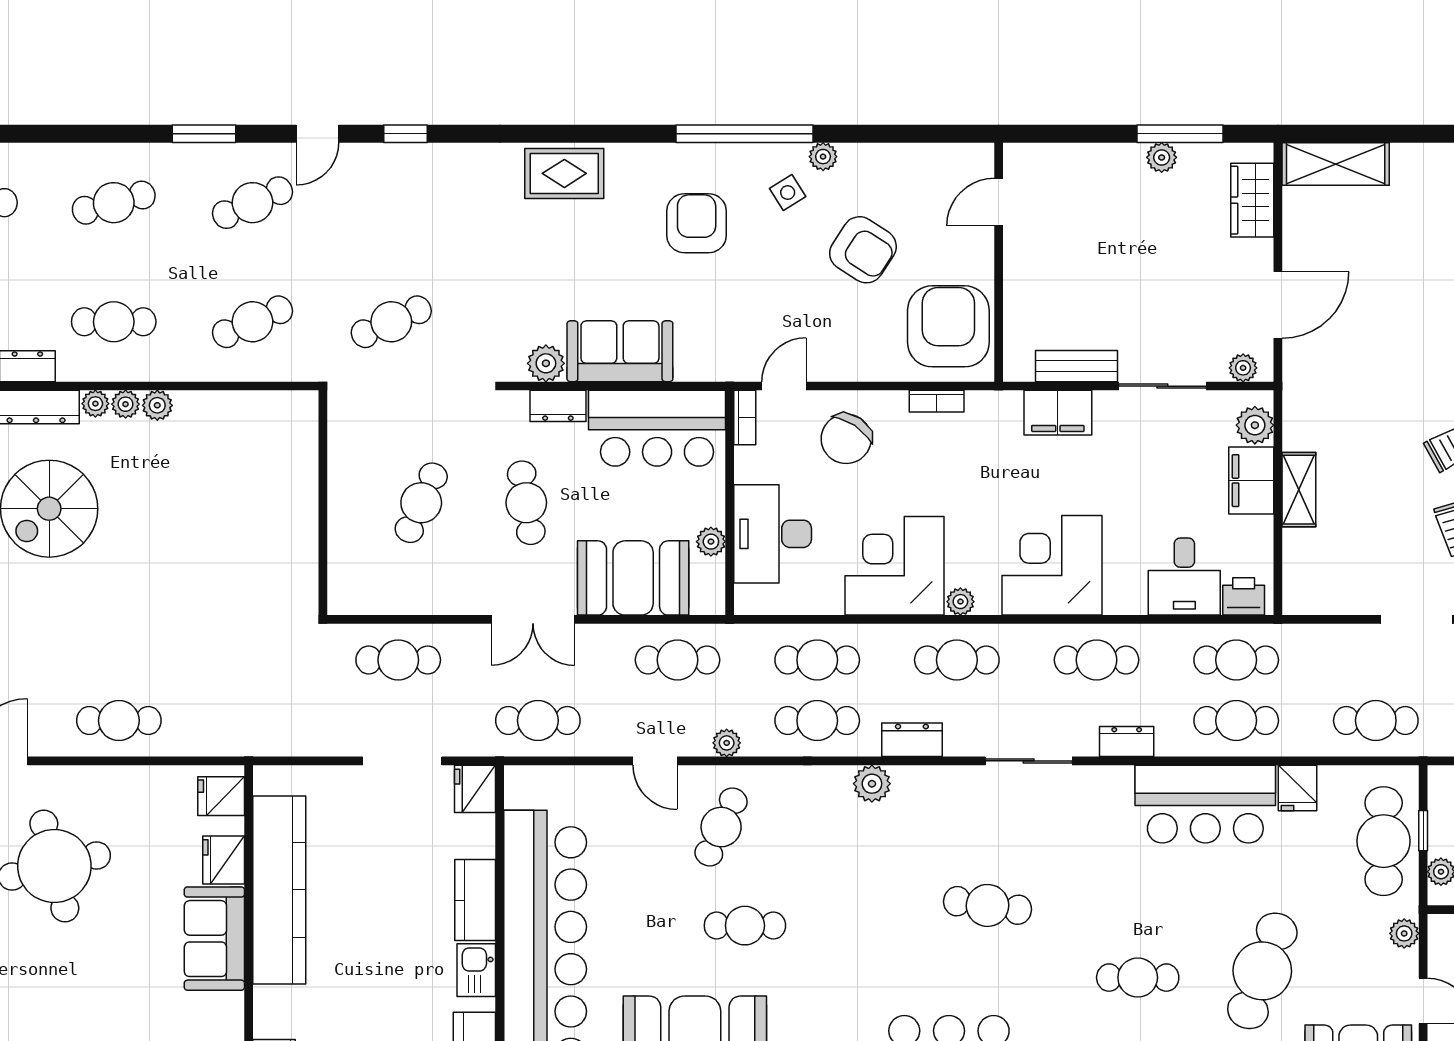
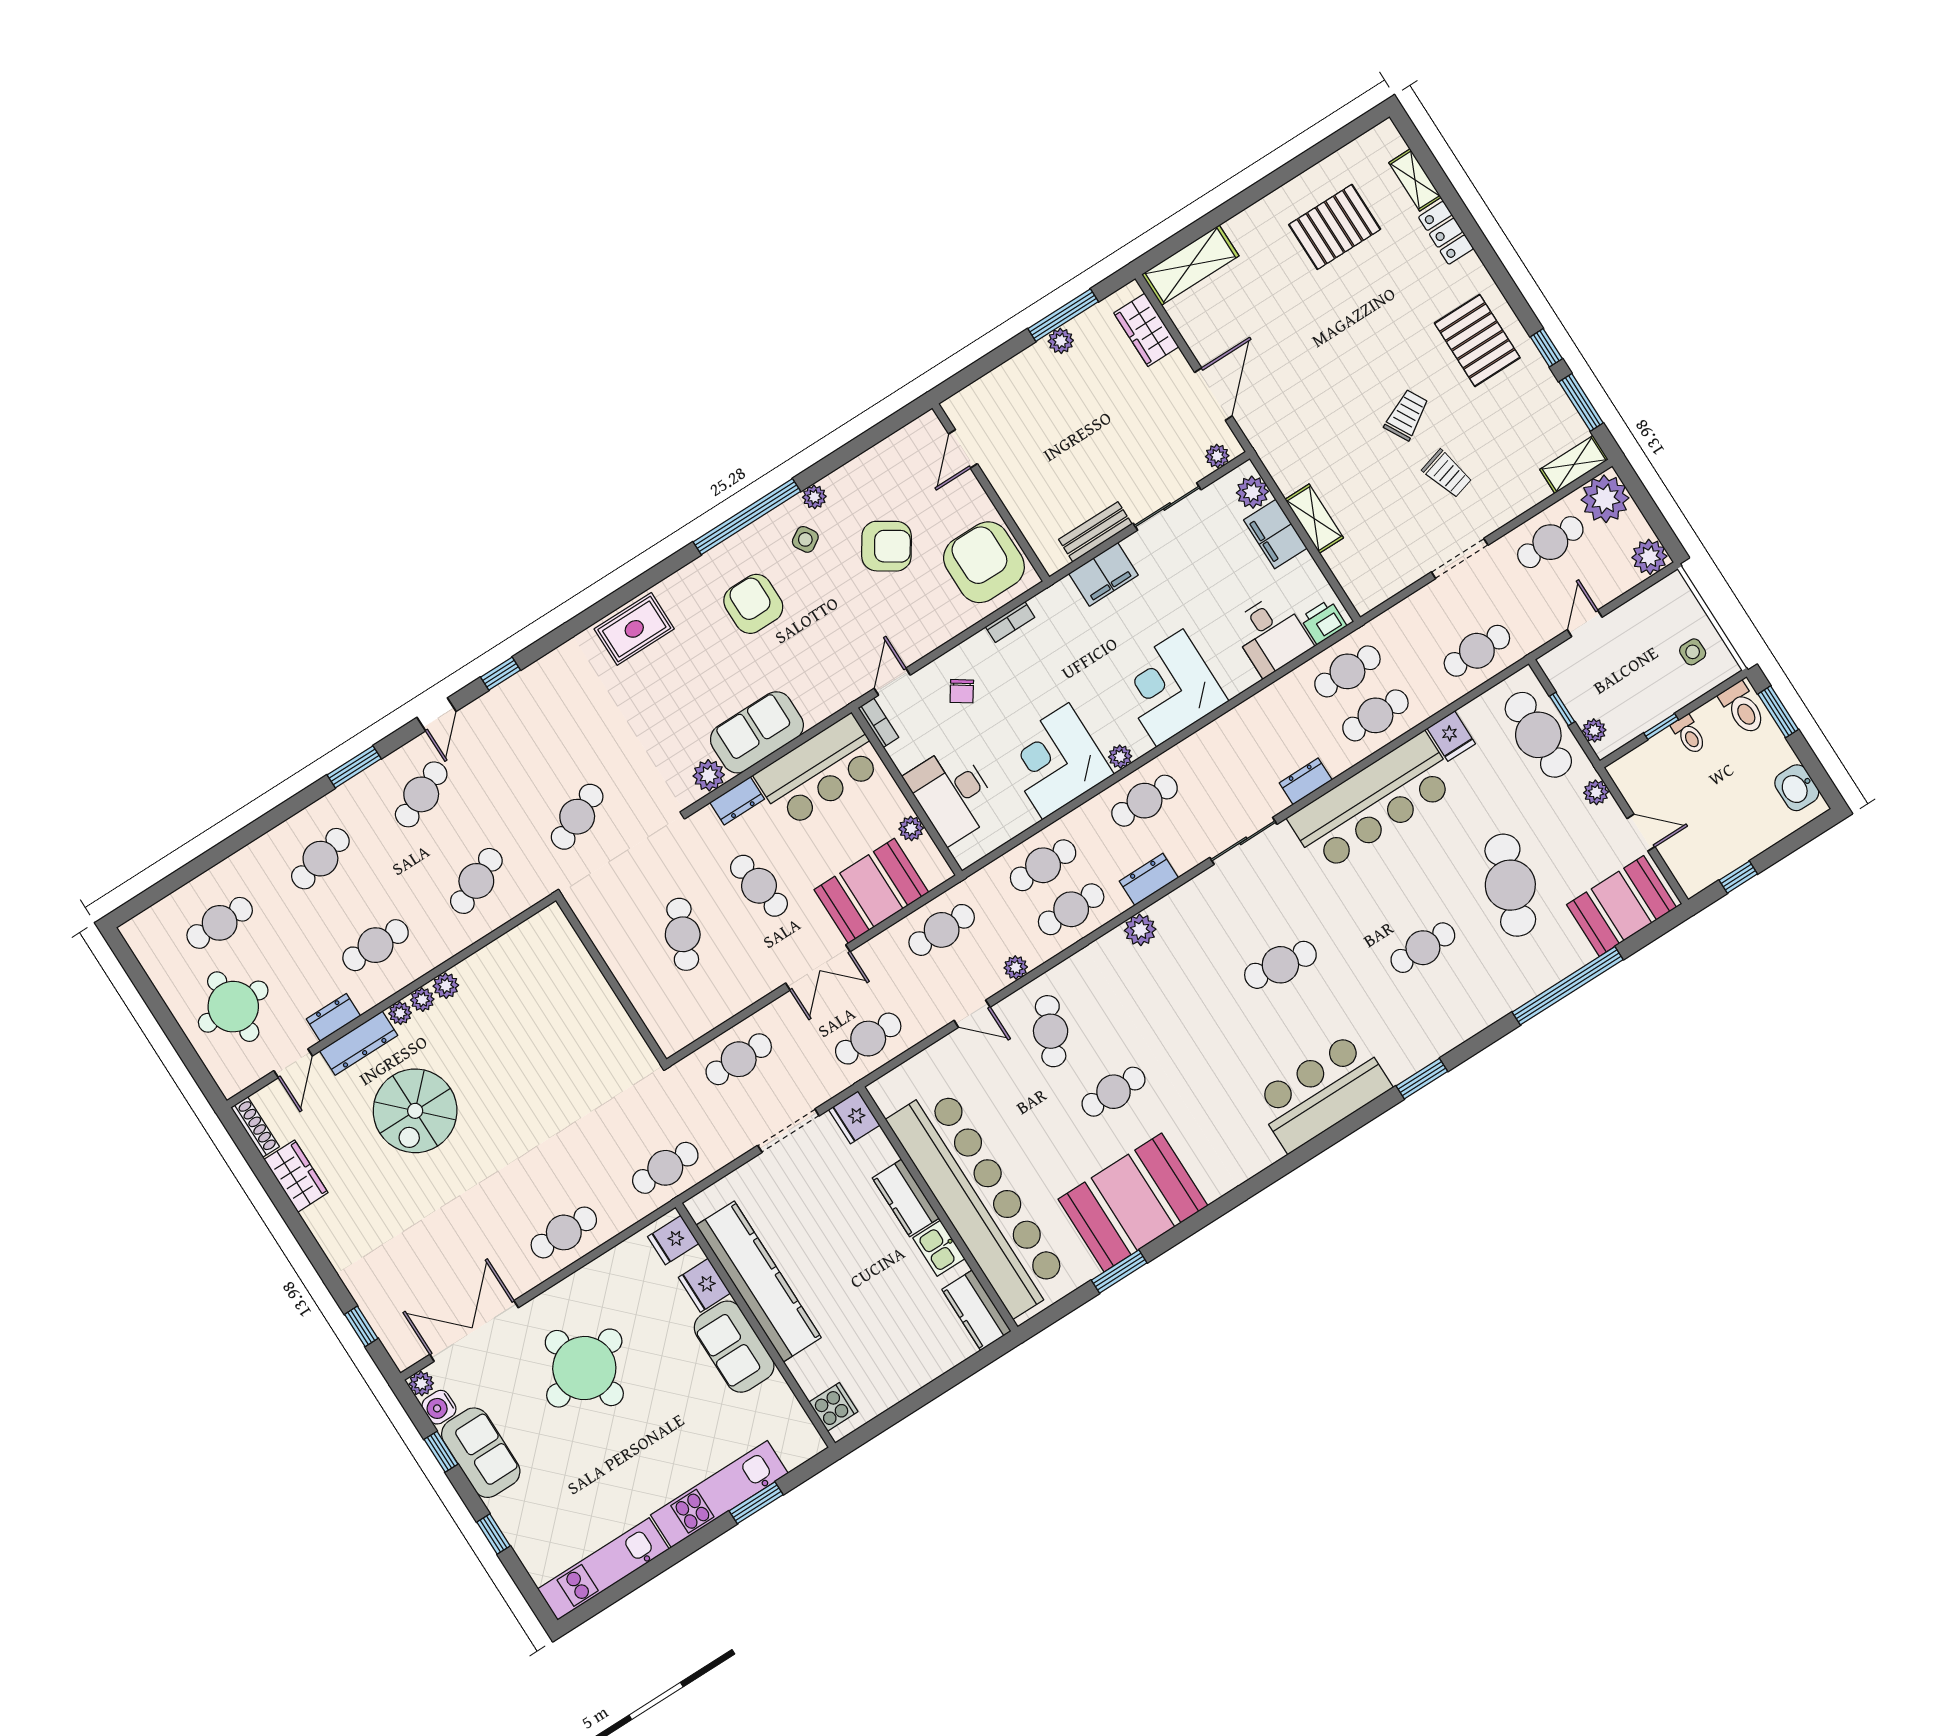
chair: (846, 439) -> (962, 691), width x0.54, depth x0.54
cafe table: (1097, 660) -> (665, 1168), moved
bar counter: (1205, 804) -> (1373, 802), width x1.36

